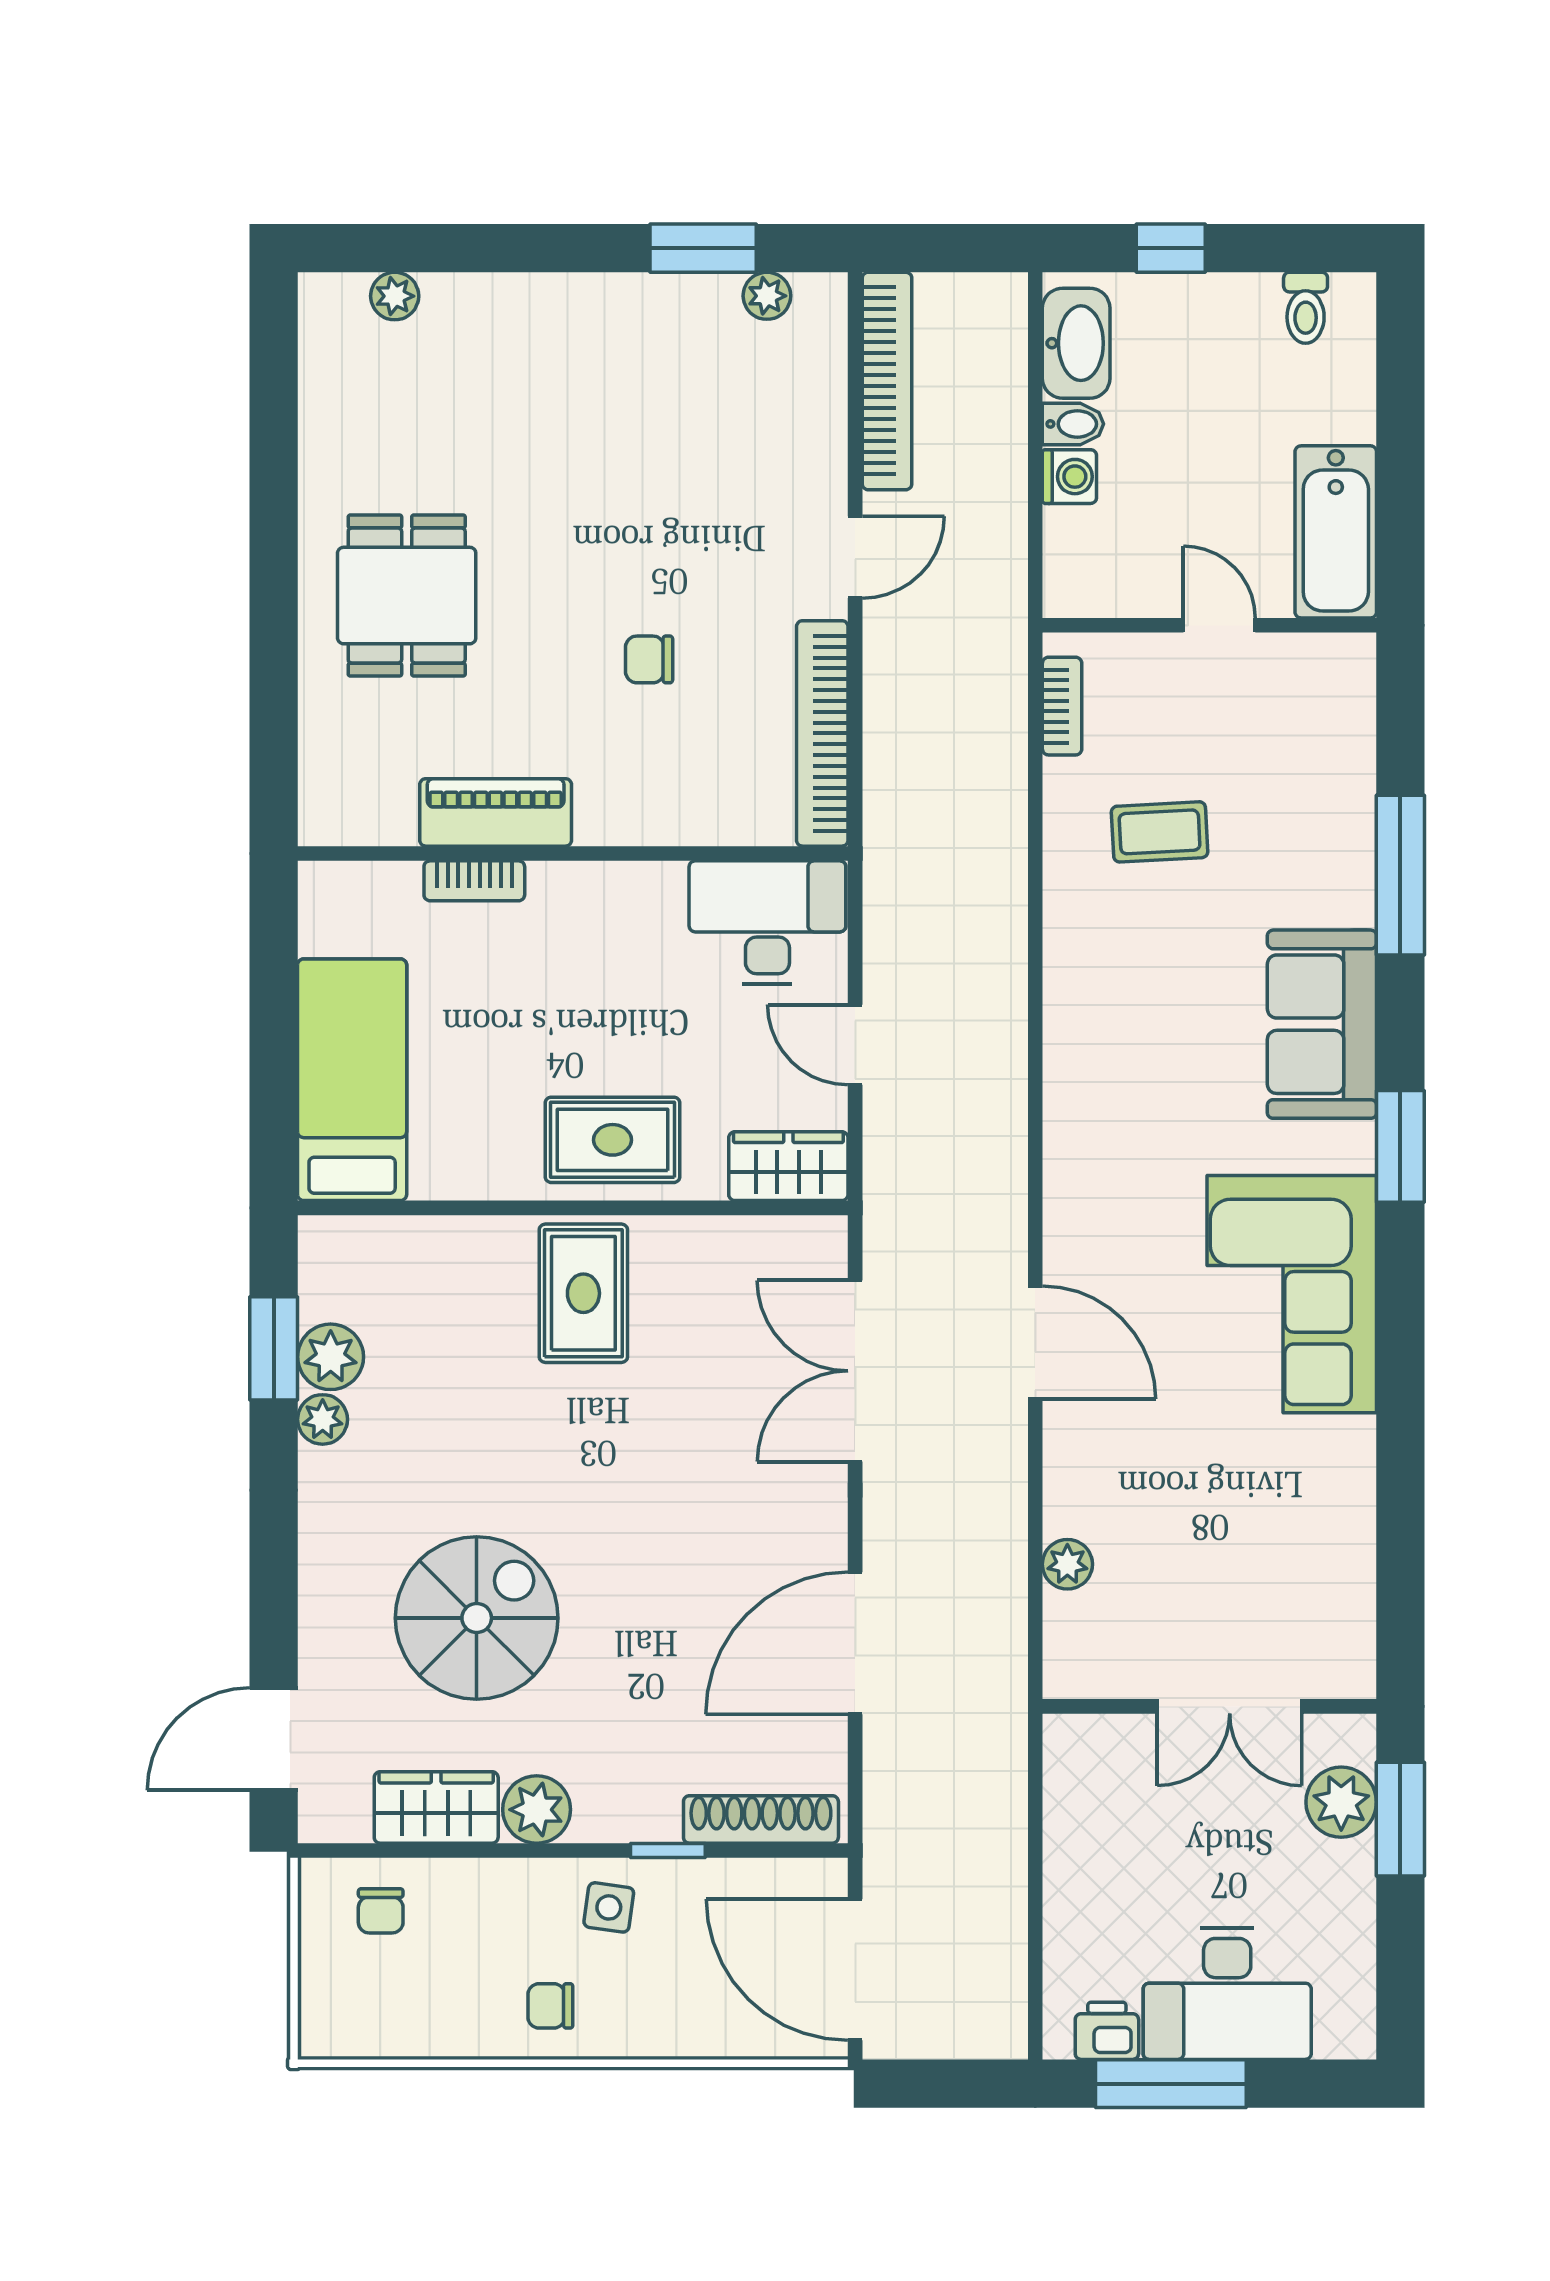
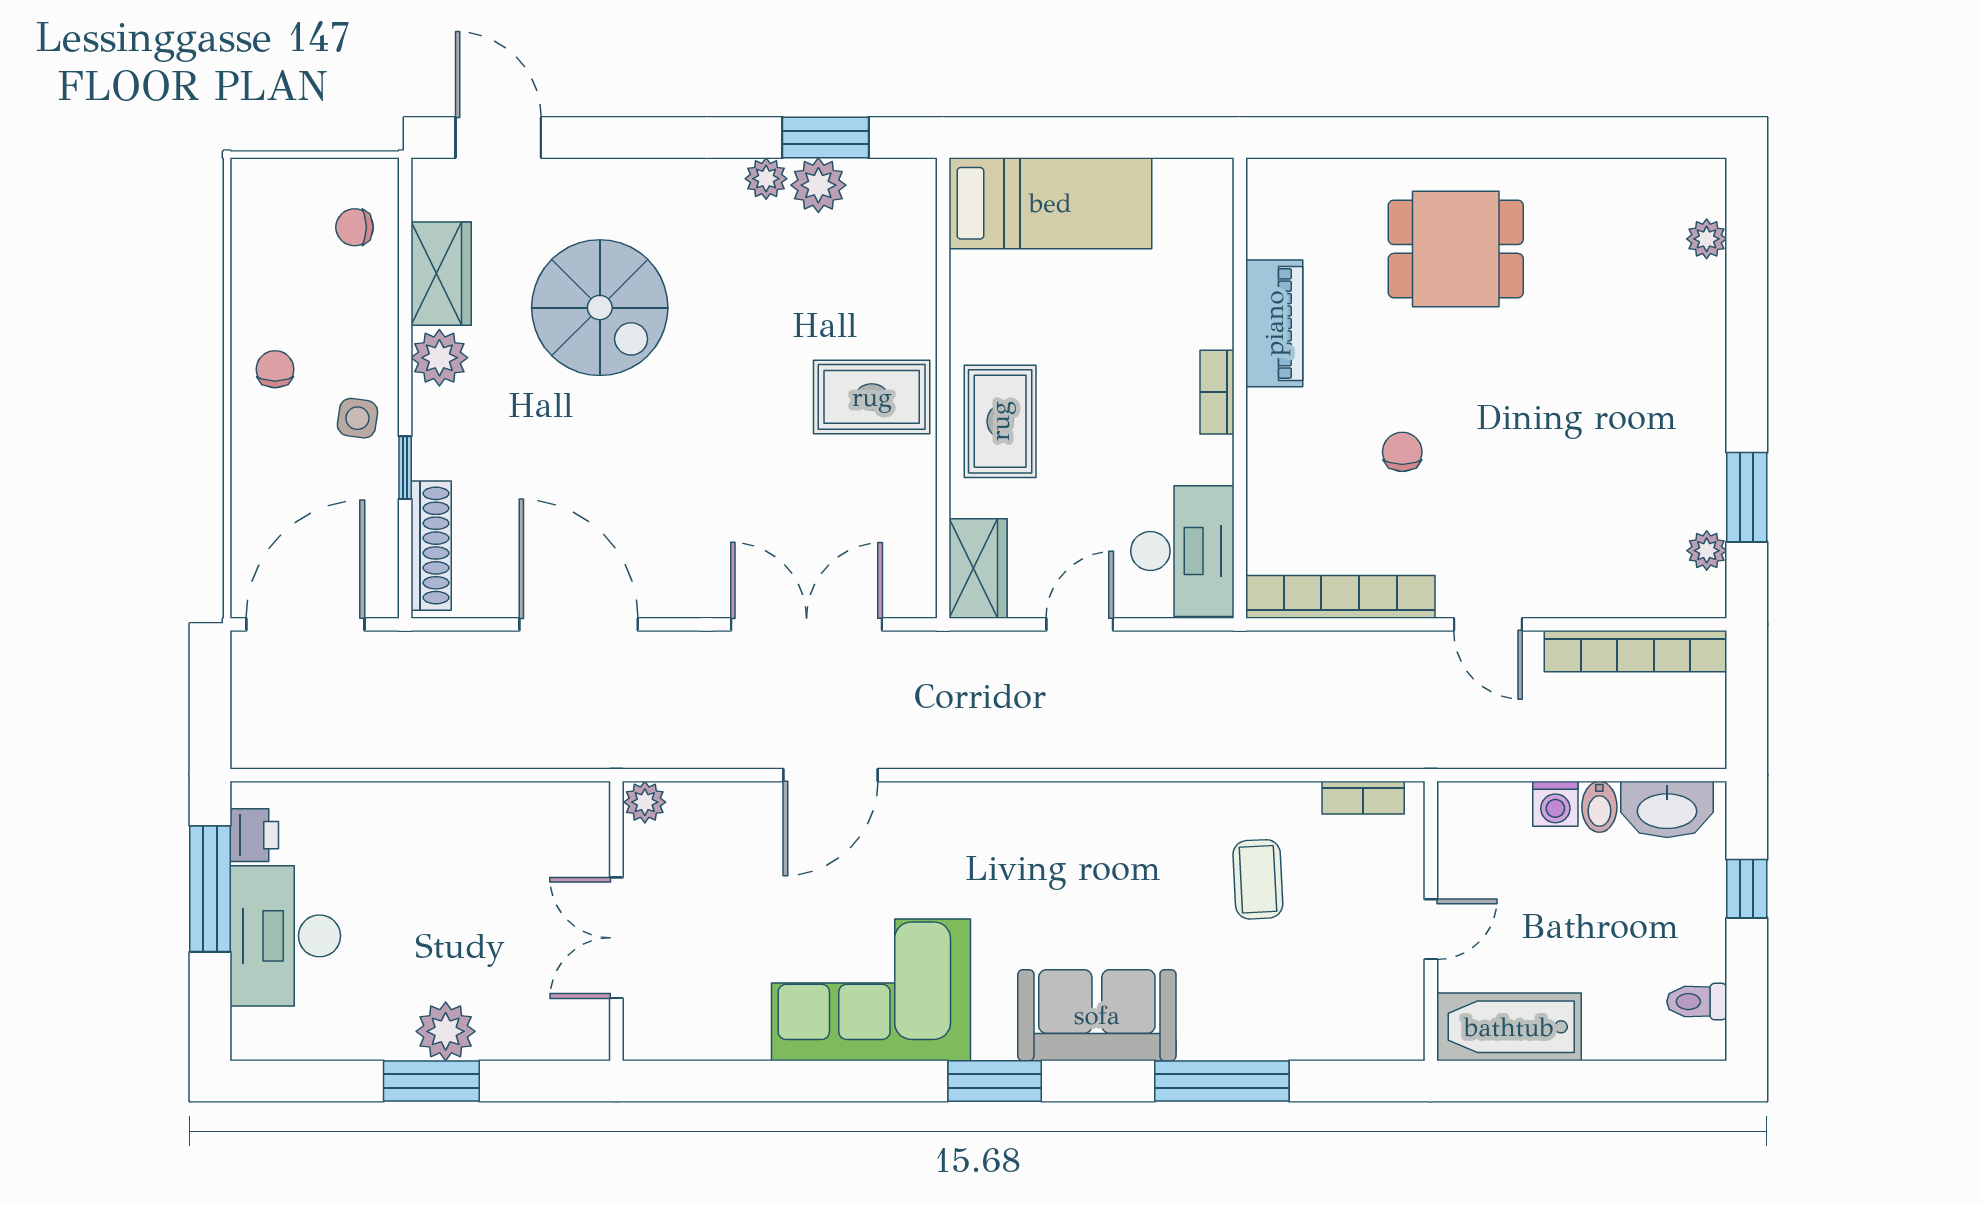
bookcase: (474, 881) -> (1217, 392), moved
wall: (1209, 1706) -> (616, 921), moved
double door: (1230, 1706) -> (616, 938), moved

